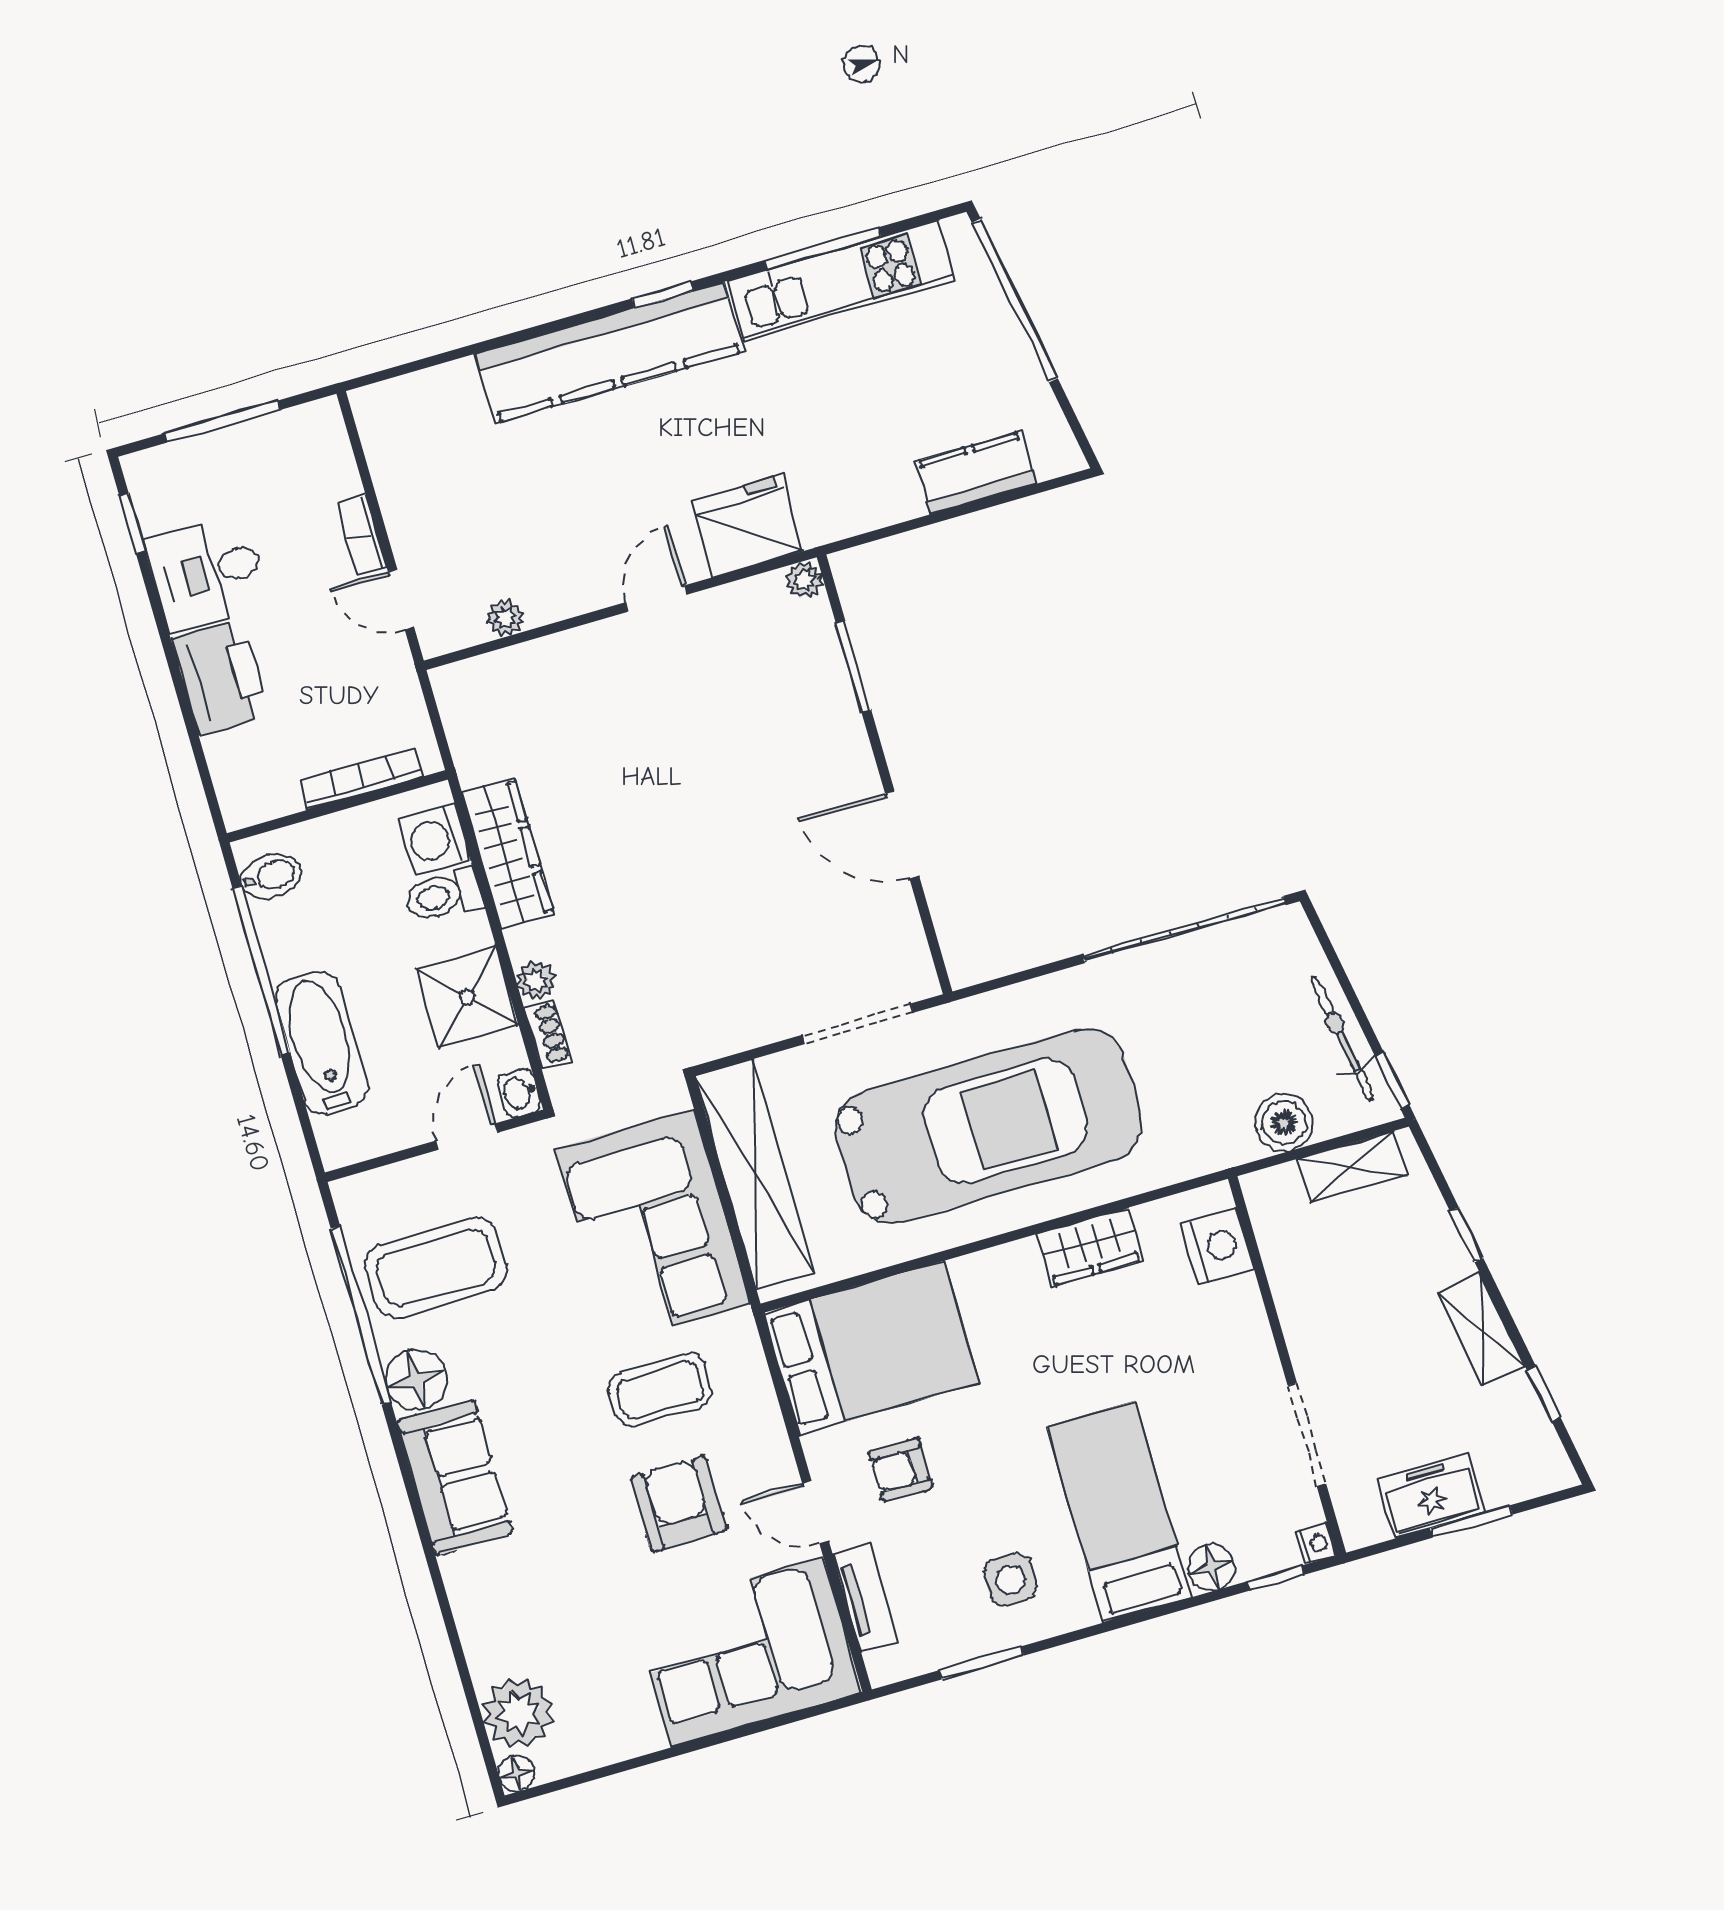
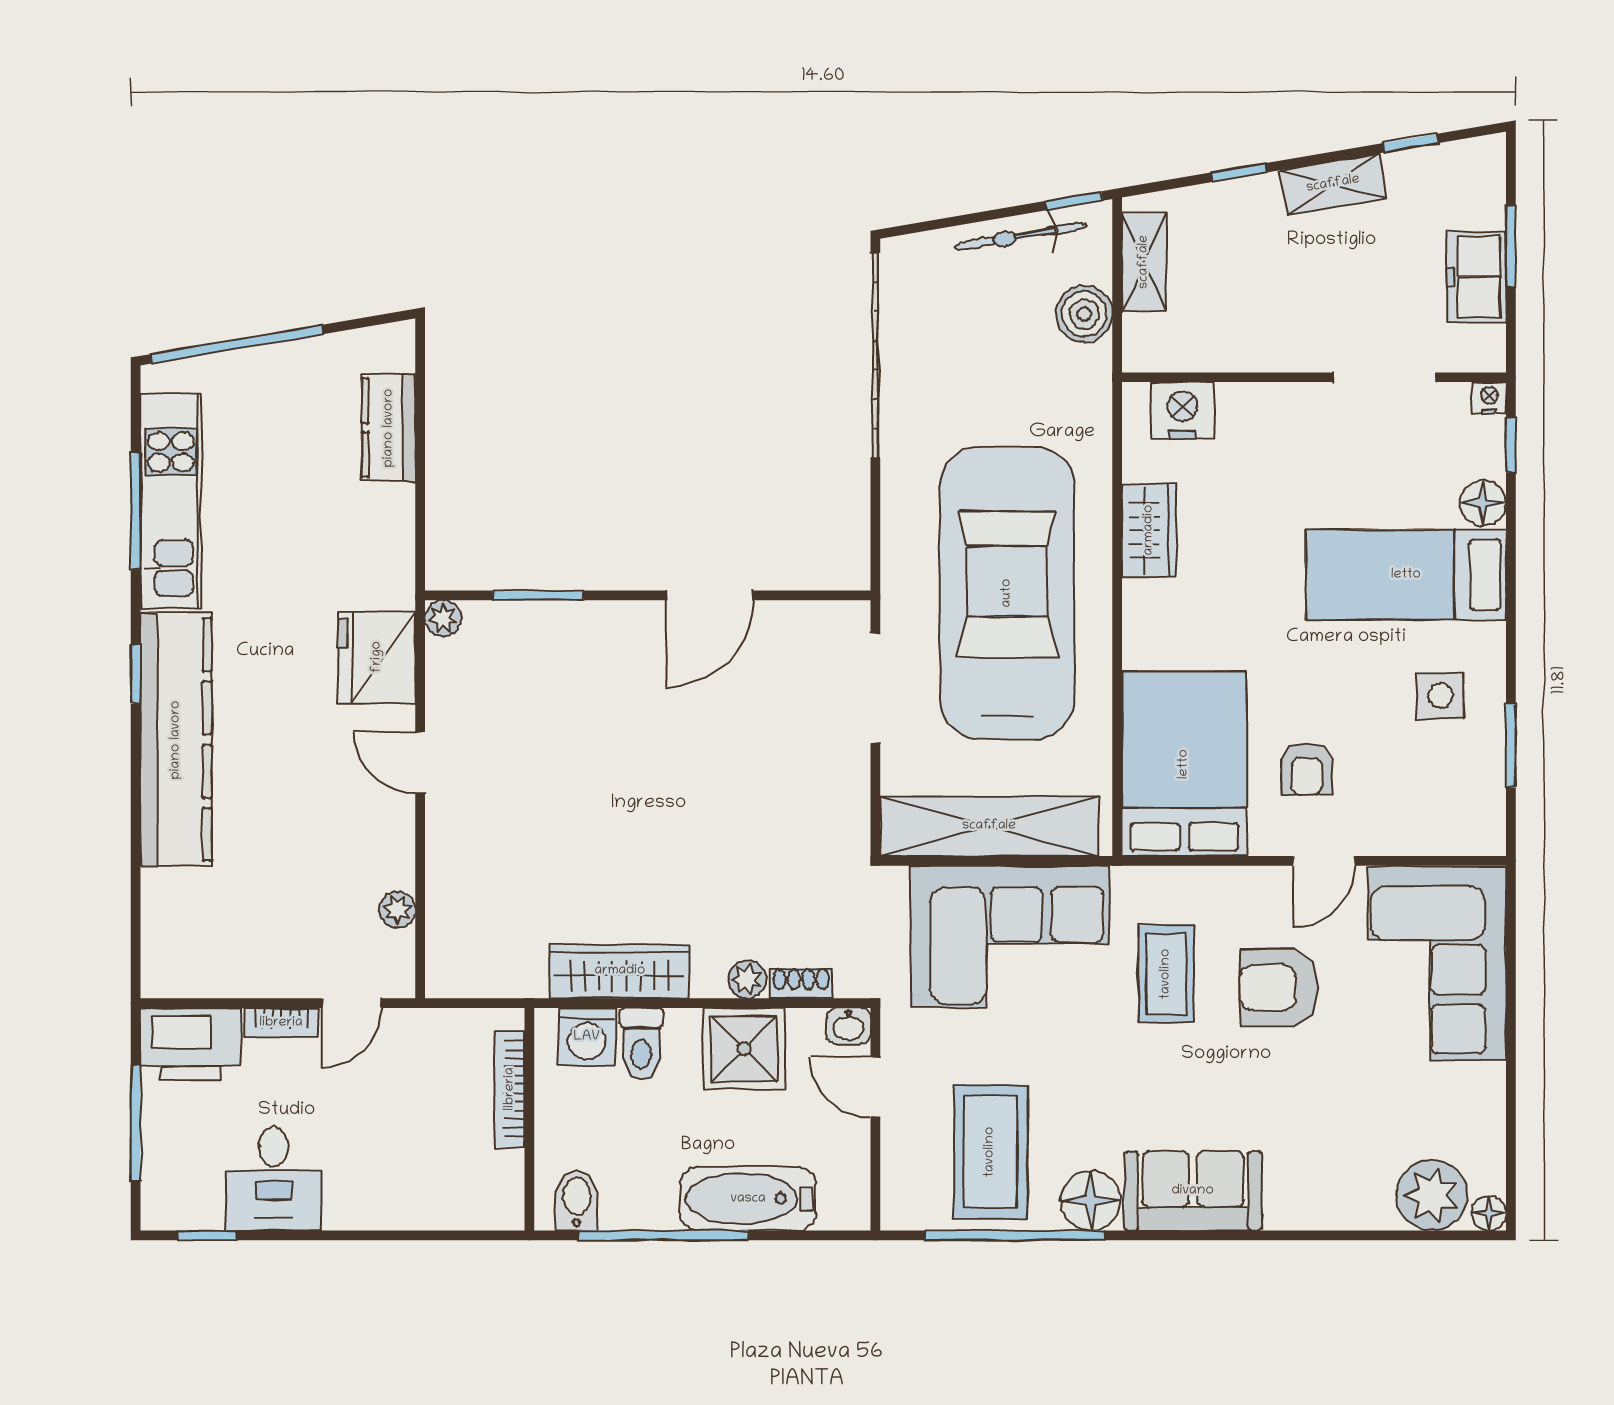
printer: (220, 677) -> (191, 1044), moved, turned 180
tv unit: (866, 1598) -> (1418, 837), removed

